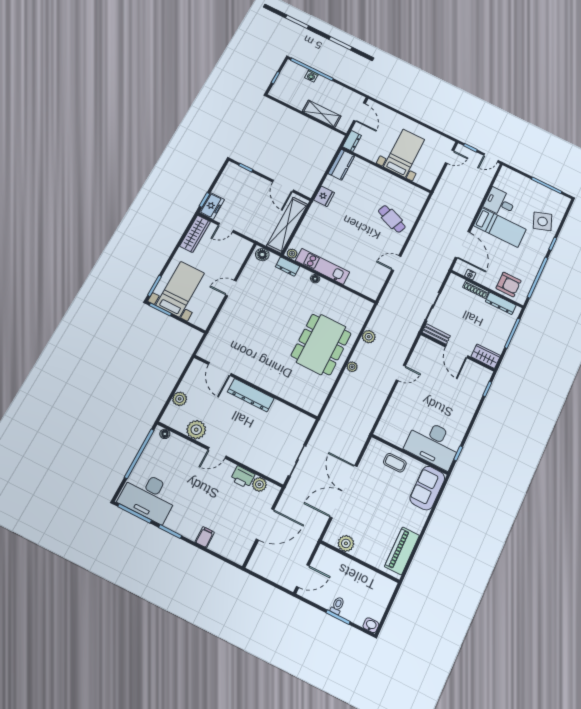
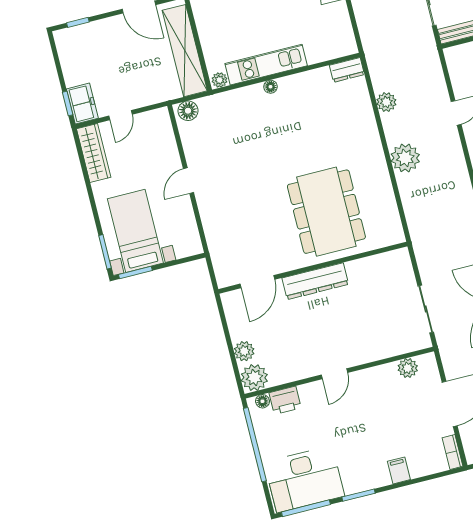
dresser: (287, 267) -> (347, 70), moved
dining table: (321, 344) -> (326, 212), moved
plant: (352, 367) -> (405, 158), width x1.88, depth x1.88
door: (220, 369) -> (257, 282), hinge flipped
plant: (196, 430) -> (254, 378), moved
printer: (243, 477) -> (285, 400), moved
bookcase: (243, 553) -> (452, 452), added

